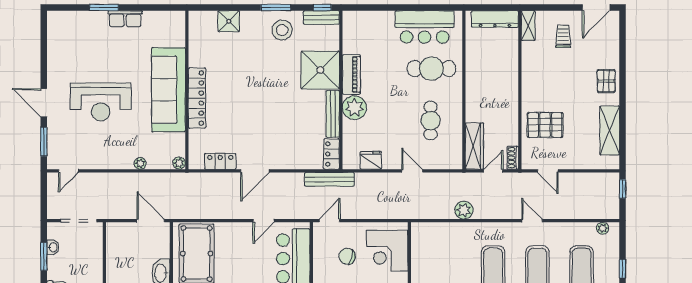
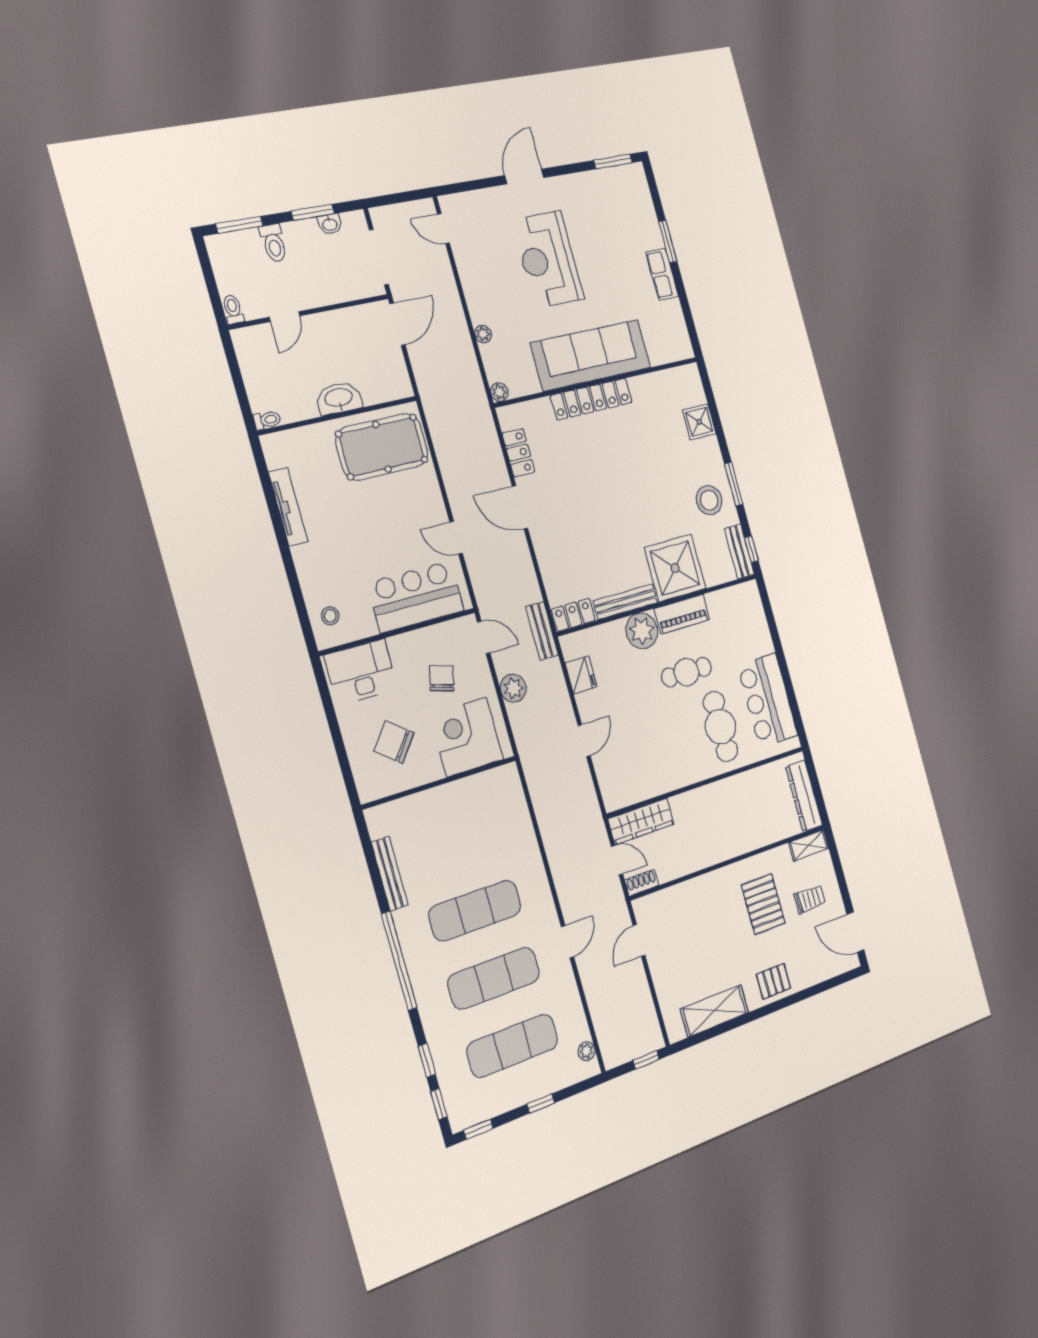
cafe table: (431, 121) -> (686, 672), moved
pallet: (545, 125) -> (763, 904), moved
window: (44, 142) -> (613, 161), moved
bench: (329, 179) -> (542, 631), width x0.73
plant: (464, 210) -> (513, 688), moved
door: (151, 221) -> (397, 324), moved

